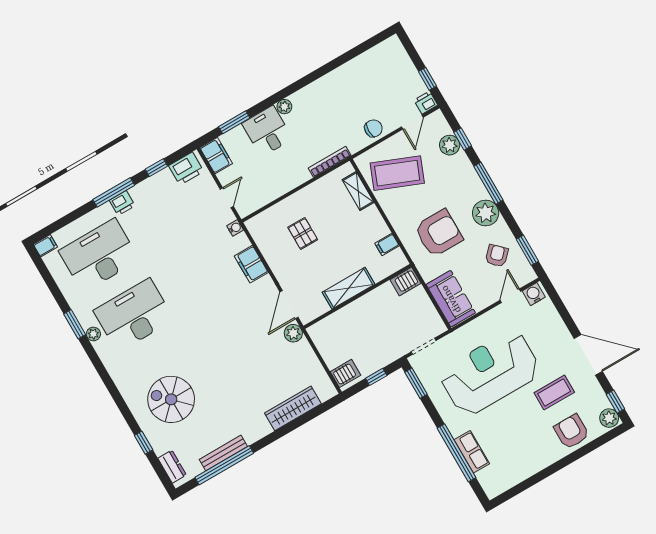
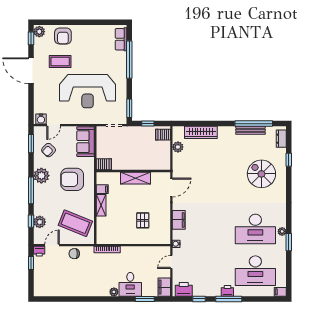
shelving: (358, 191) -> (101, 205), moved
plant: (293, 333) -> (178, 147), moved
spiral stairs: (171, 399) -> (261, 174), turned 180
row of seats: (472, 452) -> (121, 39), moved

